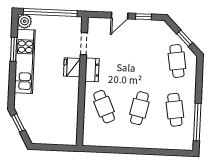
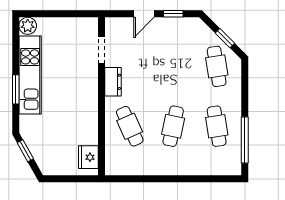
window: (50, 13) -> (59, 14), removed
window: (14, 49) -> (16, 89), moved
fridge: (72, 67) -> (88, 157), moved

